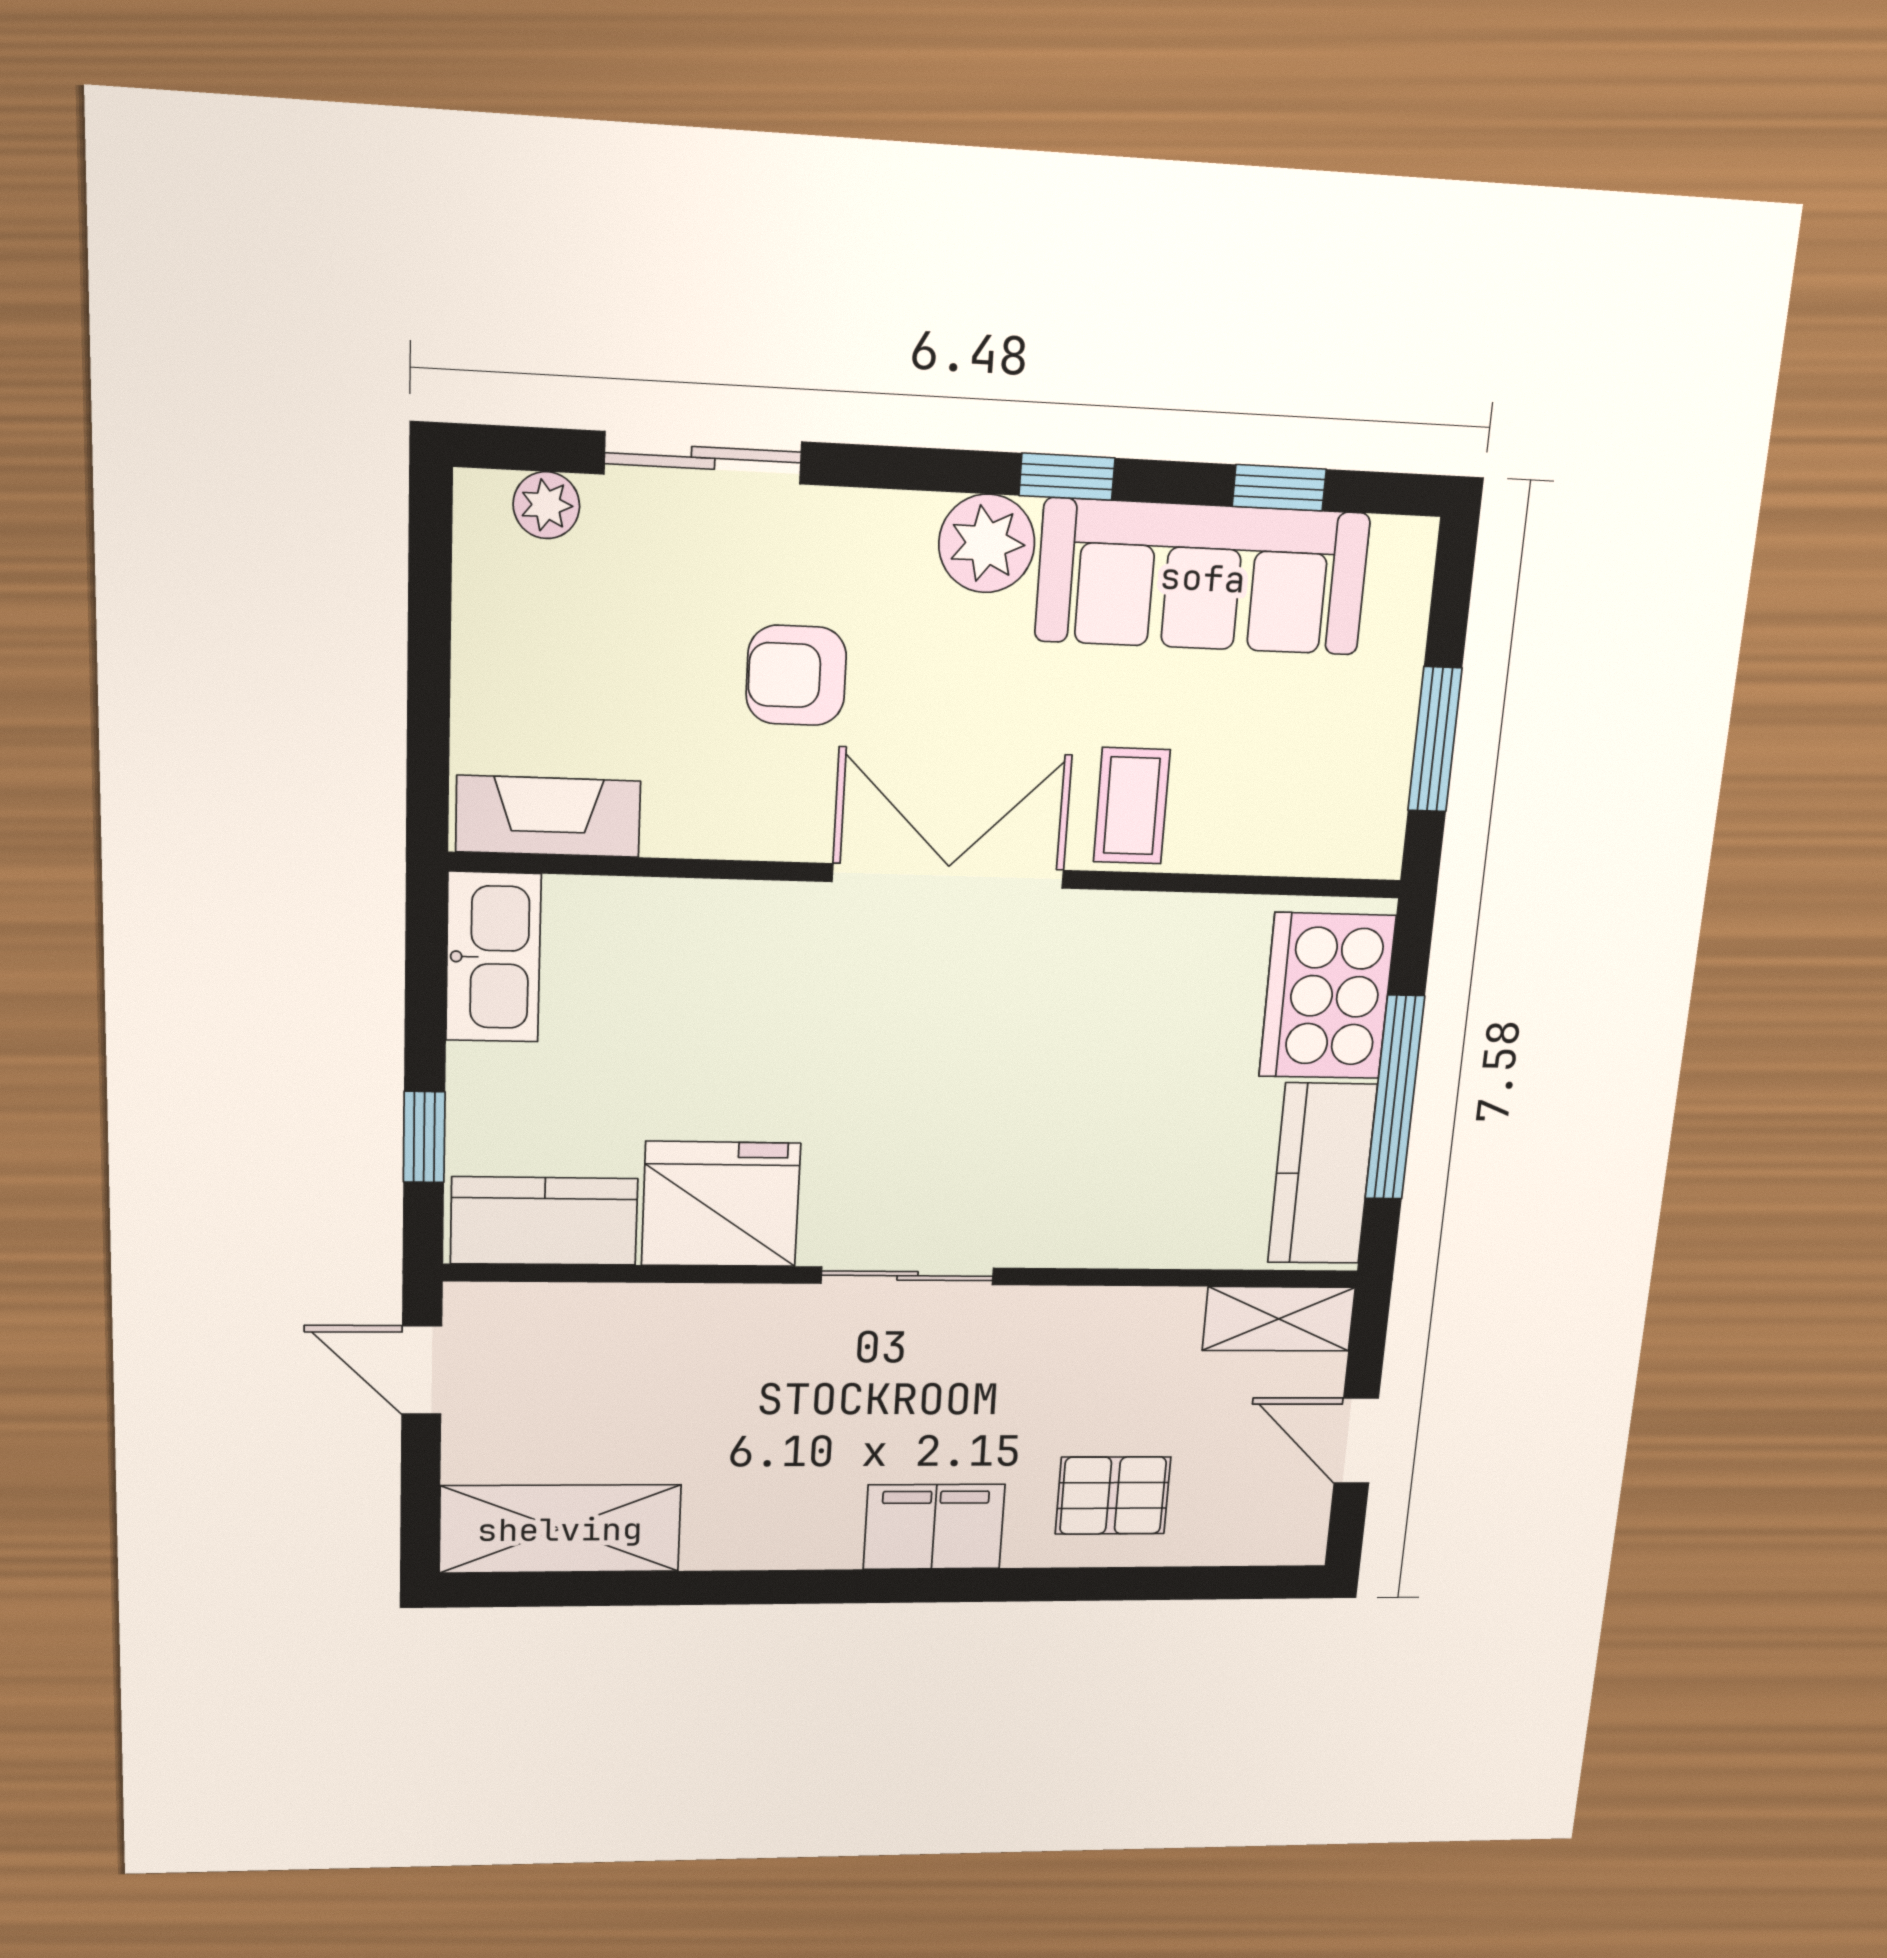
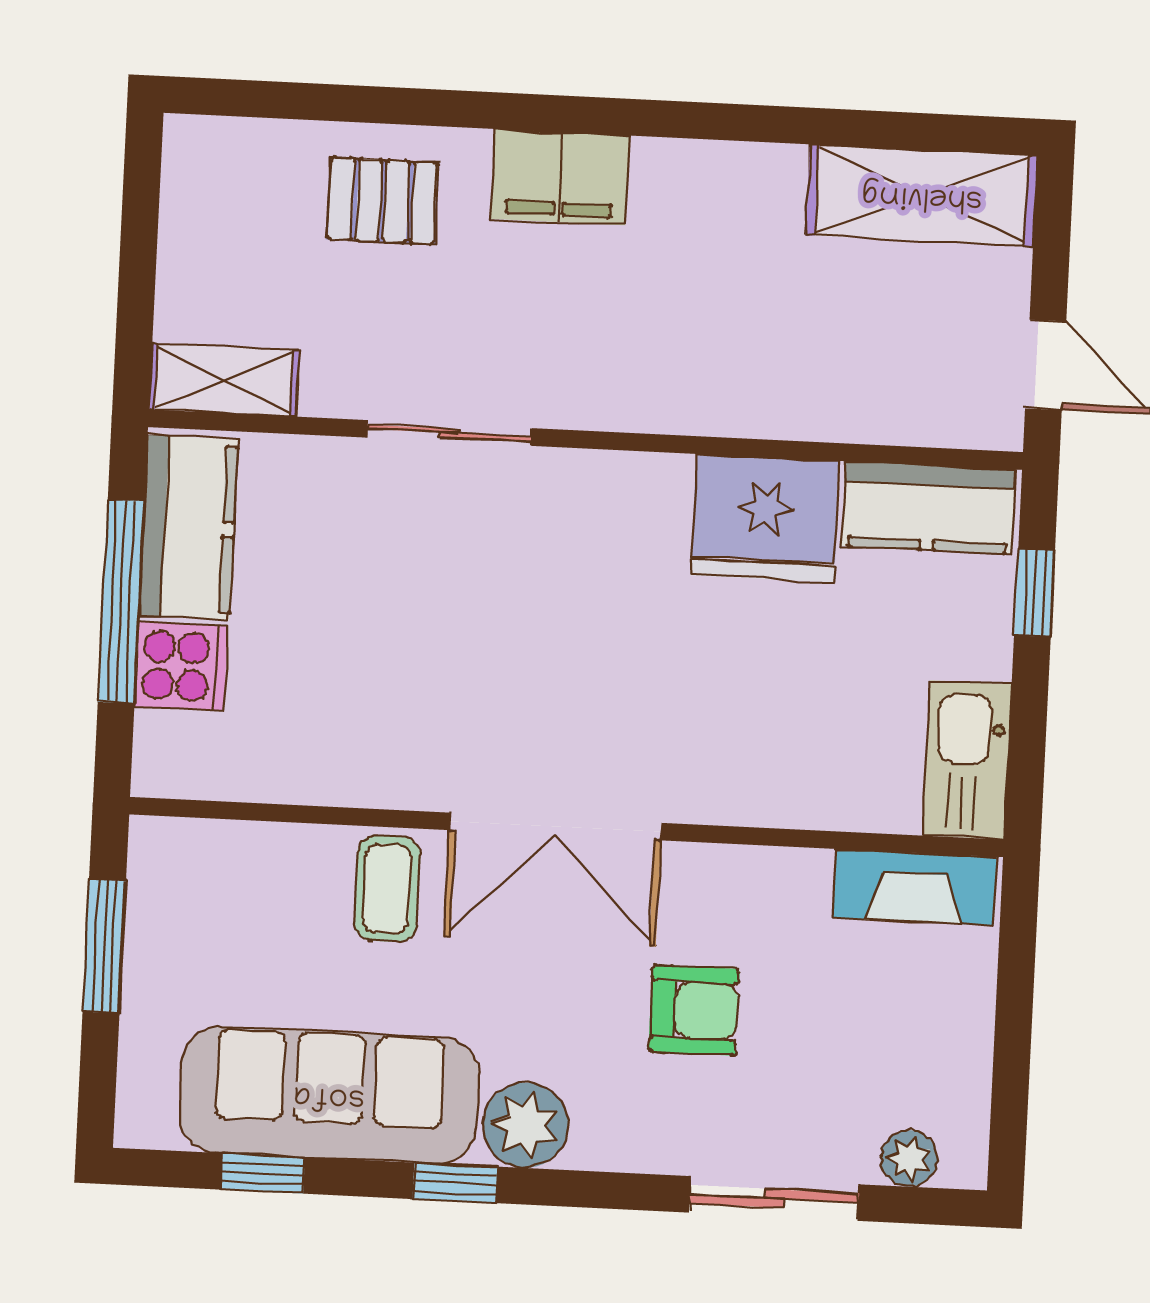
cooker: (1327, 996) -> (181, 666), width x0.53, depth x0.76
sliding door: (907, 1276) -> (450, 433), moved
door: (1356, 1441) -> (138, 247), removed

